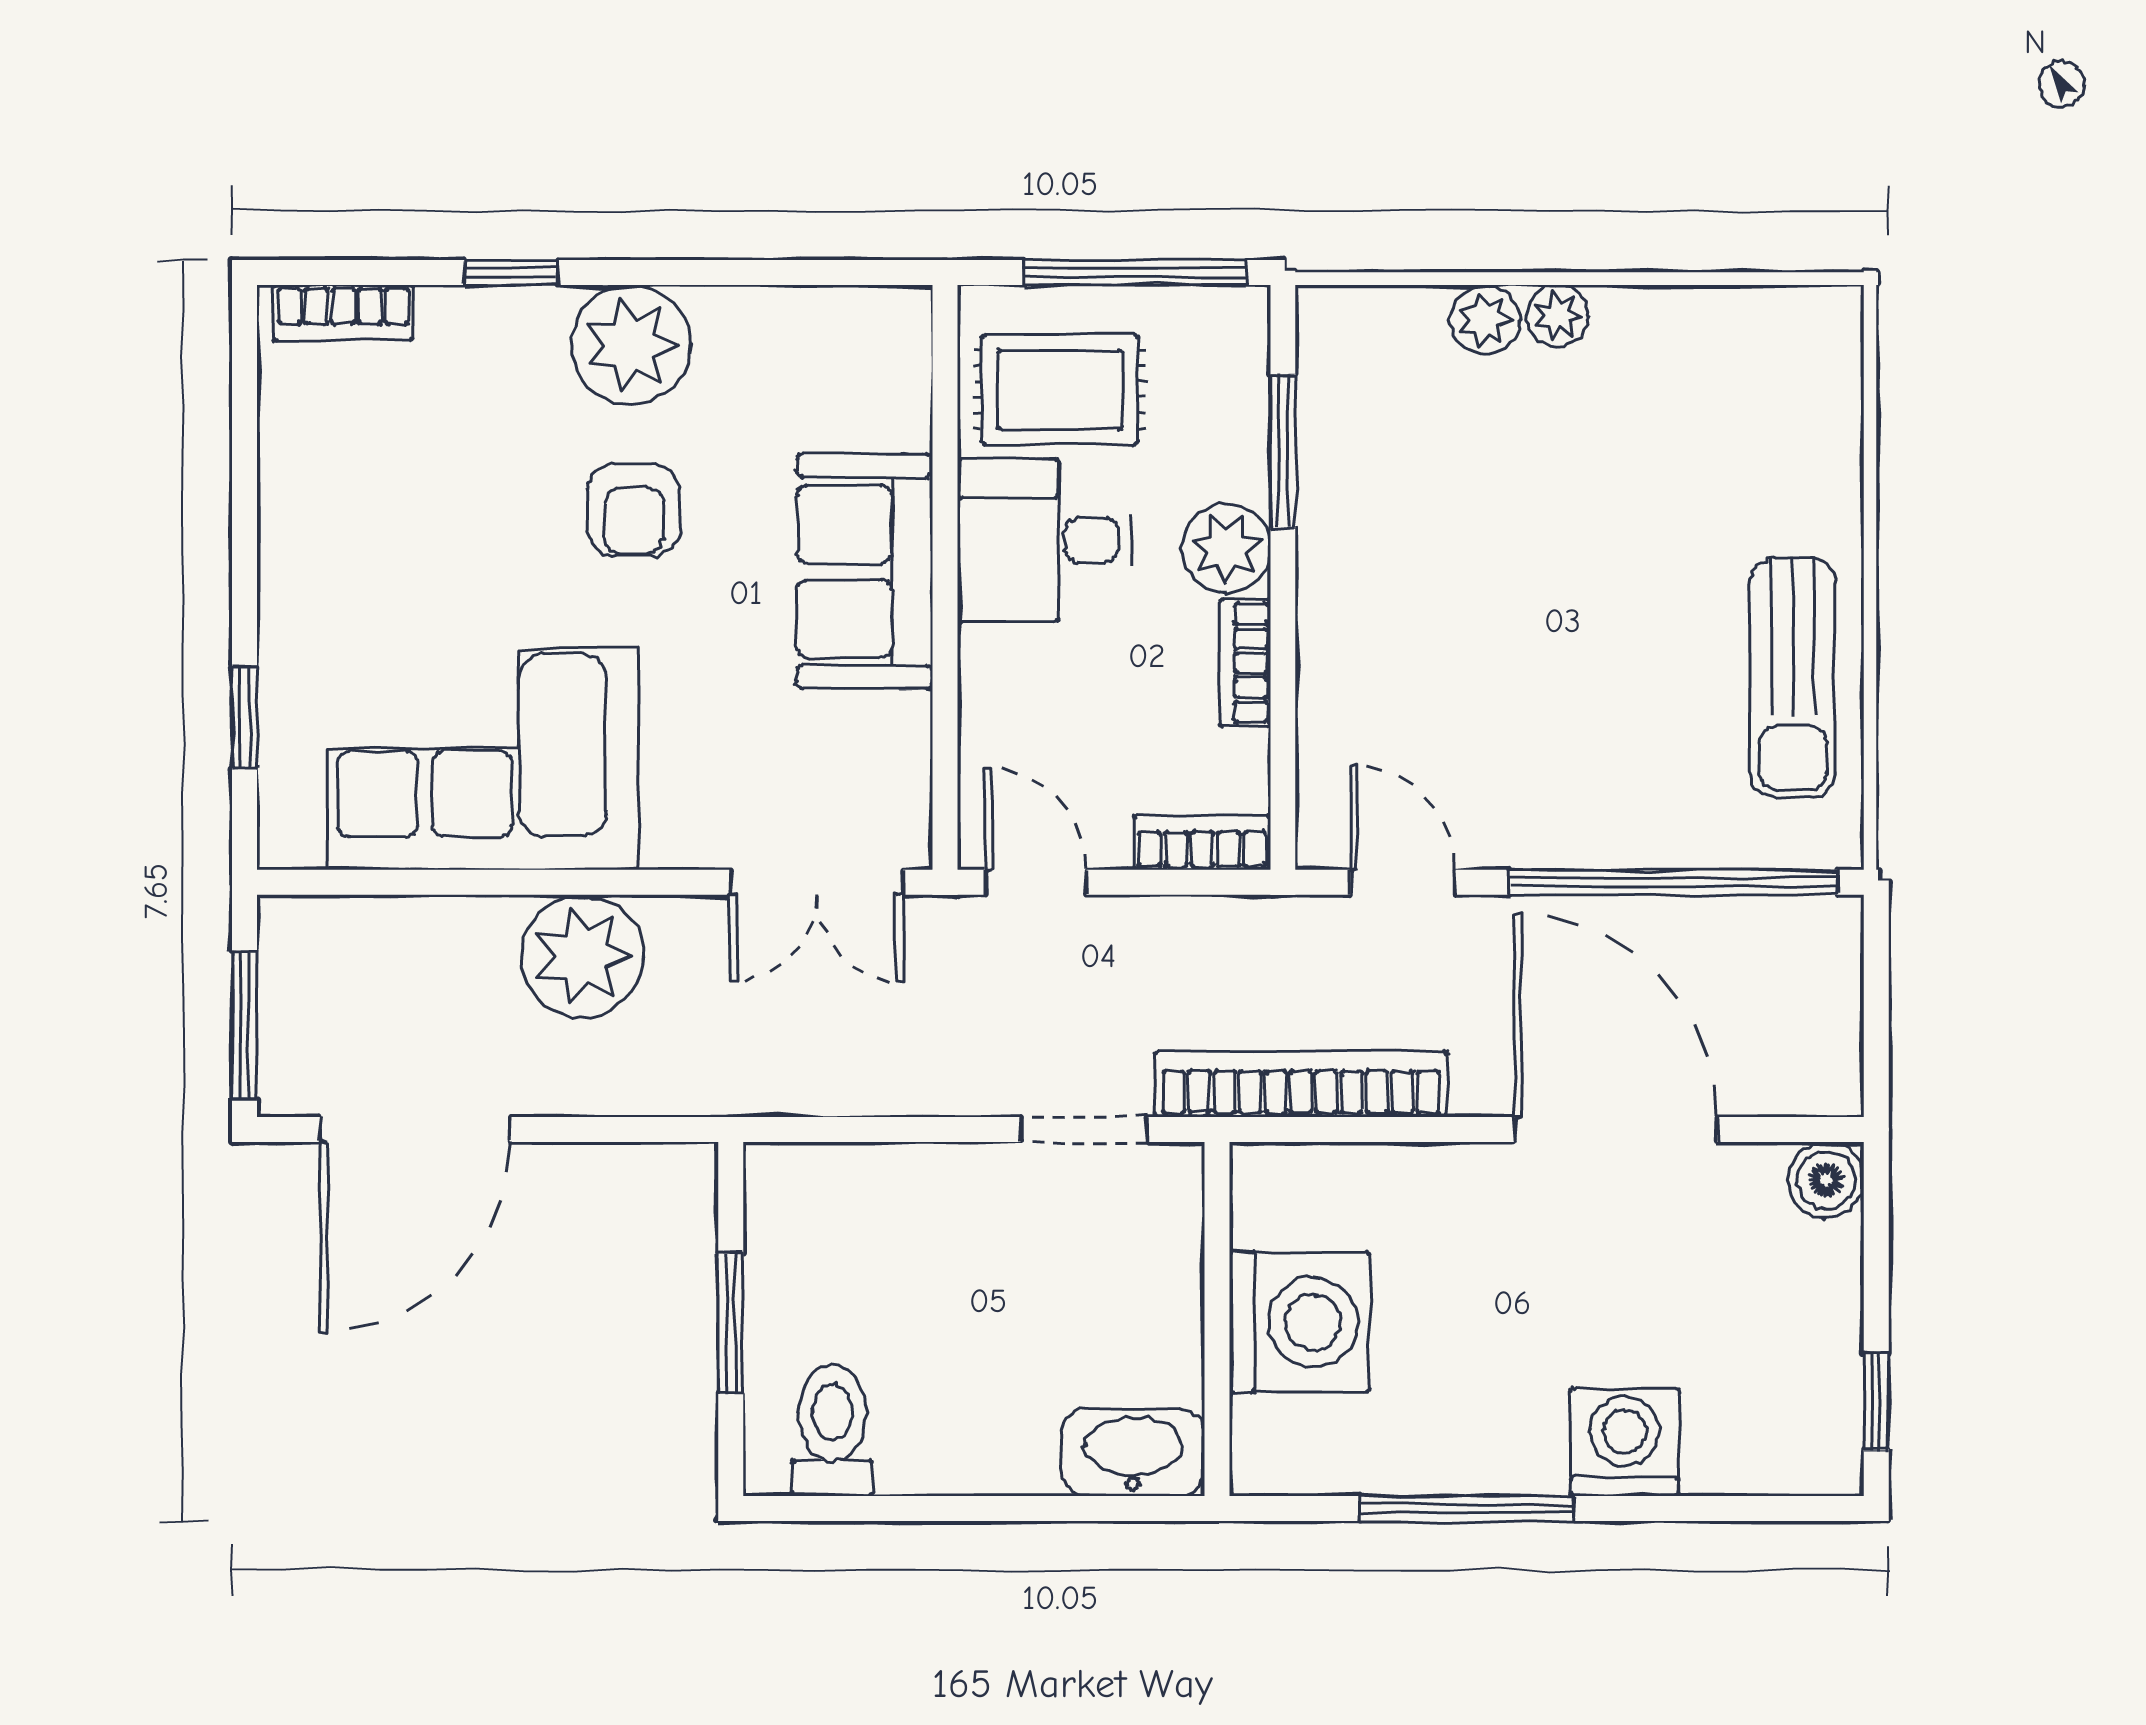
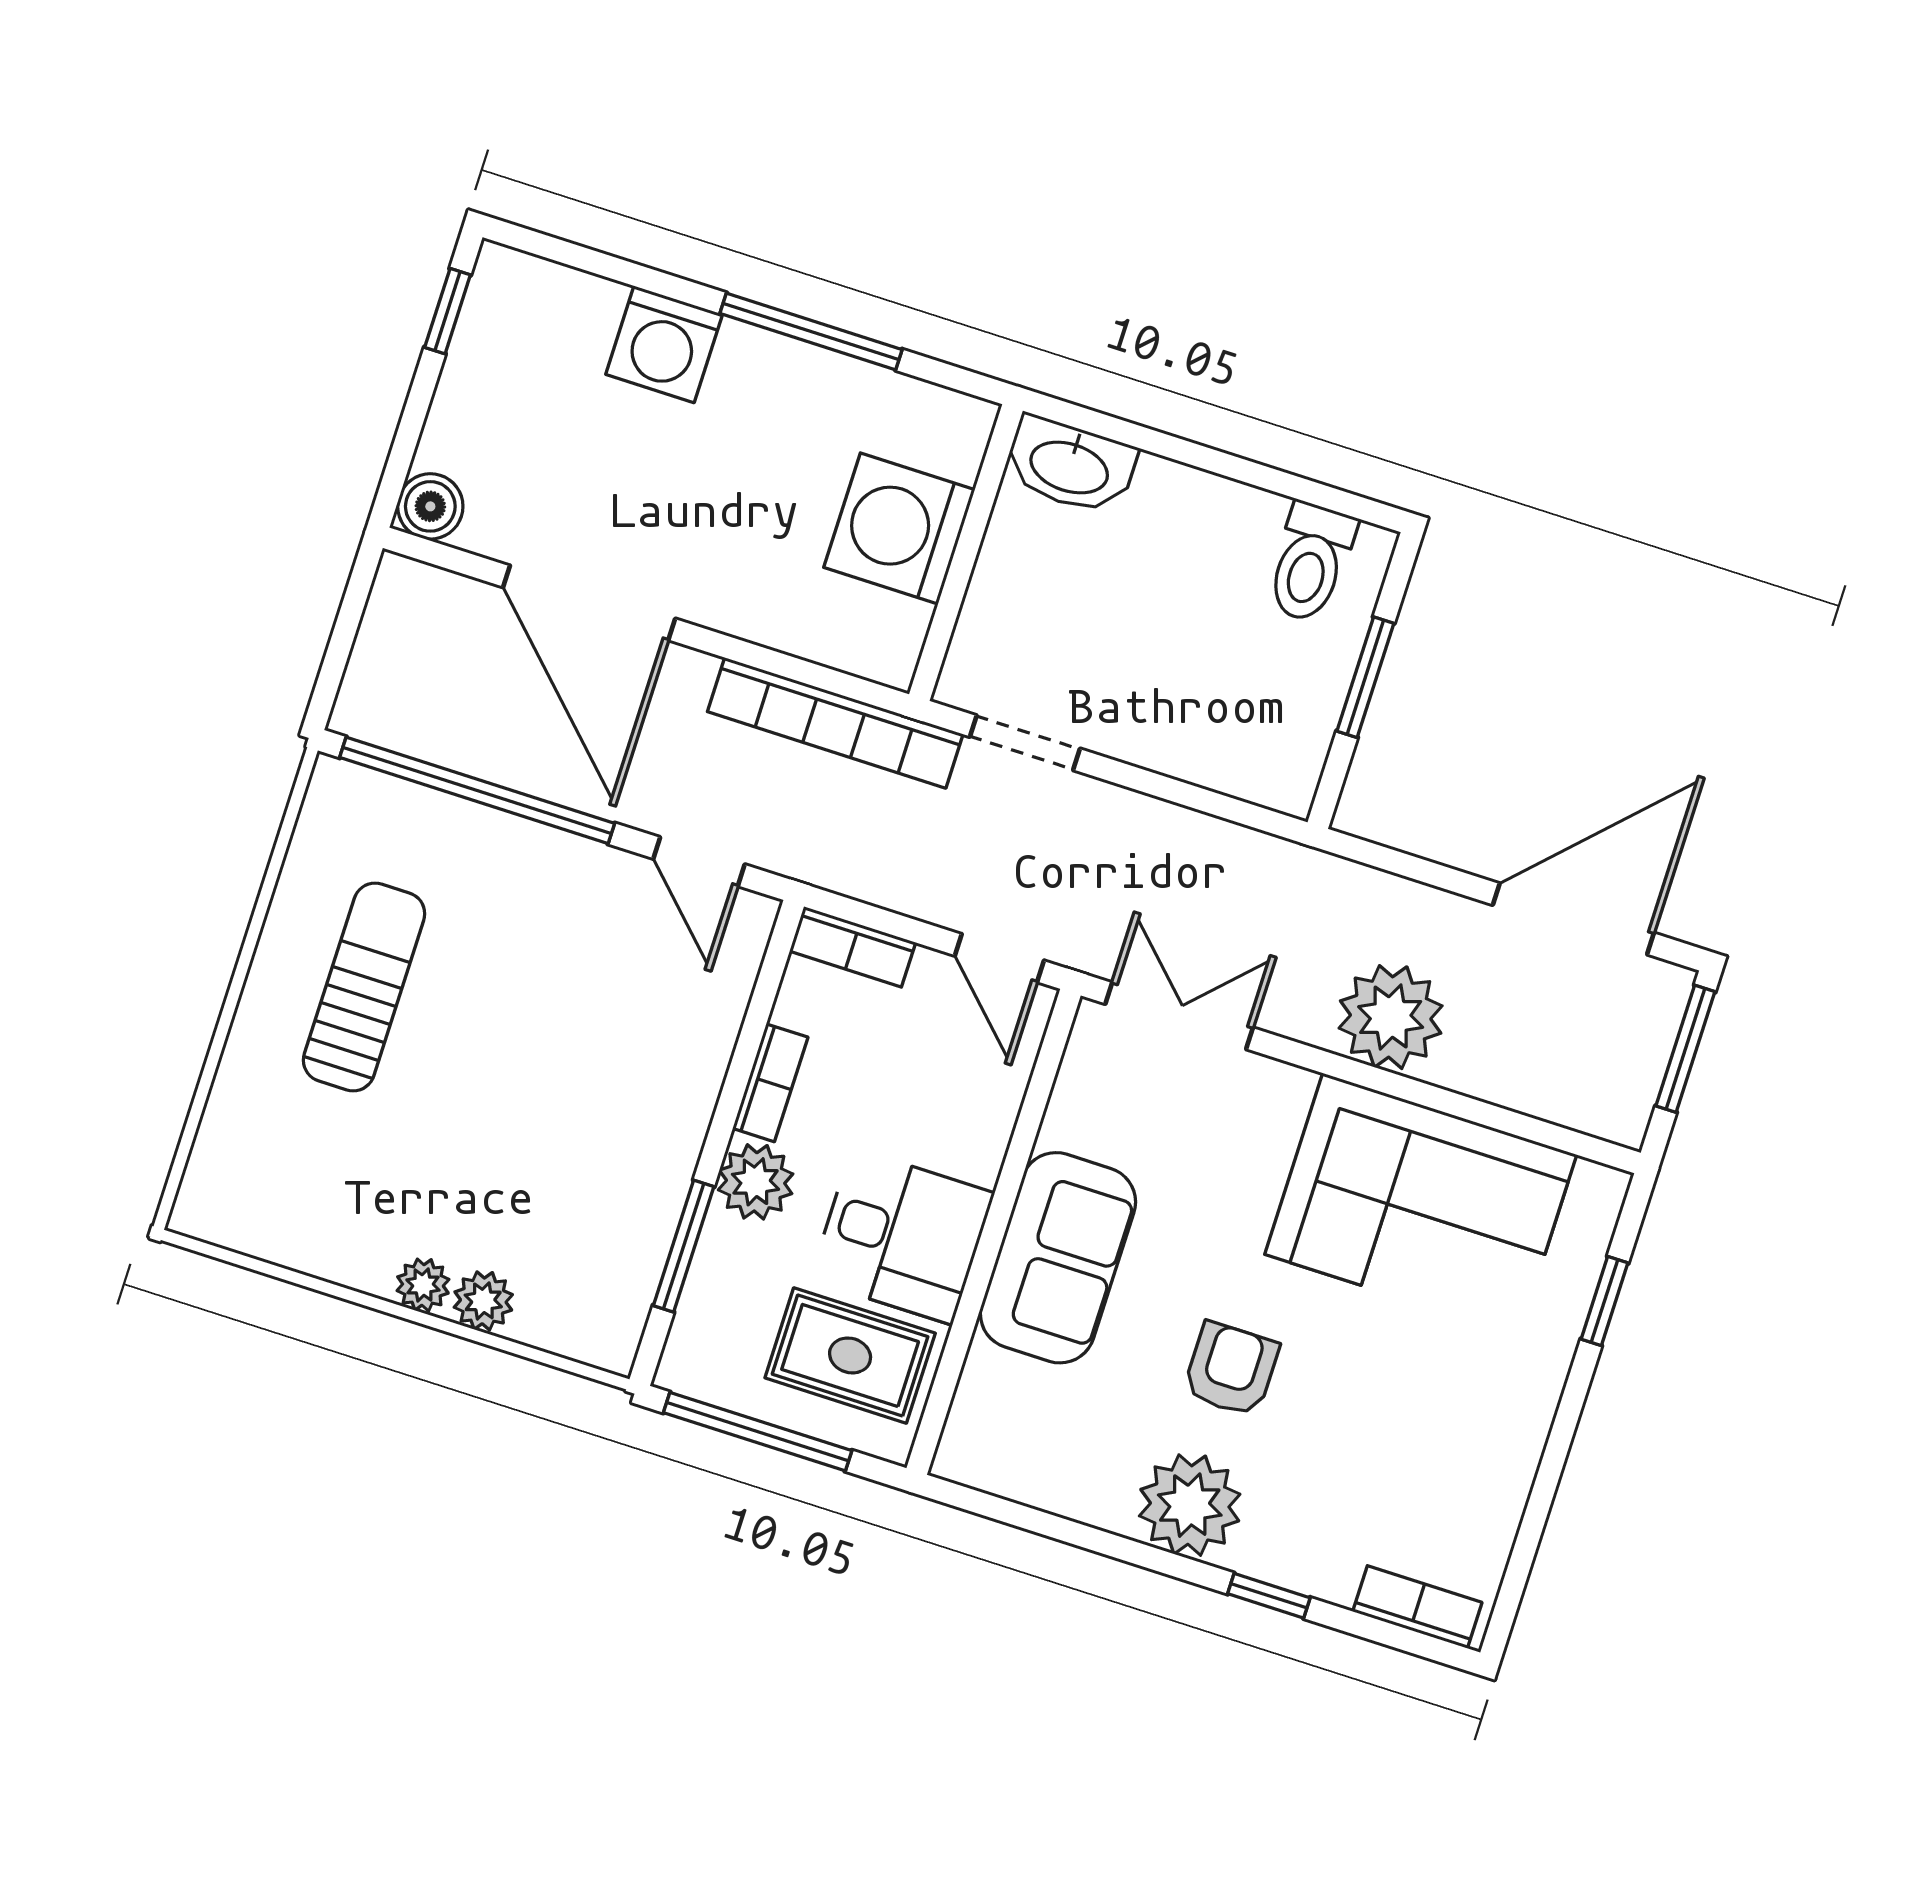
sun lounger: (1793, 678) -> (364, 987), moved

